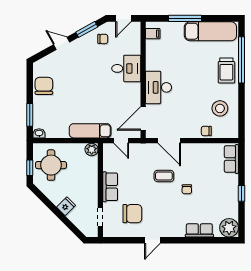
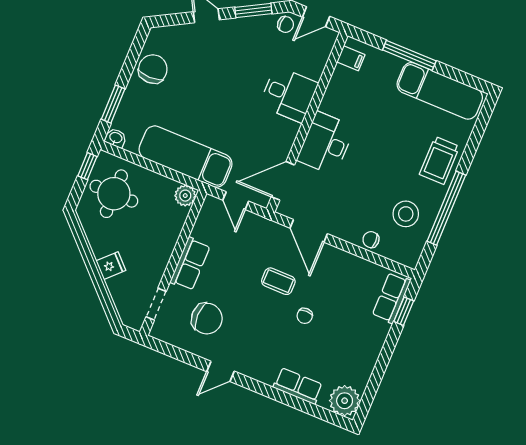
chair: (103, 39) -> (285, 24), moved
window: (241, 60) -> (446, 208), moved
exam couch: (90, 131) -> (186, 157), width x1.36, depth x1.45
window: (30, 168) -> (87, 166), moved
window: (241, 193) -> (404, 311), moved

